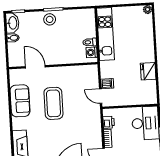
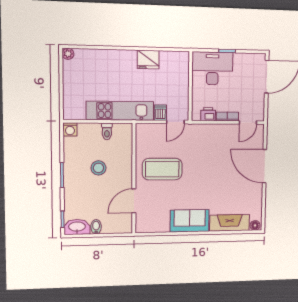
stool: (50, 19) -> (98, 168), moved
kitchen unit: (106, 34) -> (120, 111), moved
washing machine: (92, 52) -> (70, 129), moved
sofa: (20, 101) -> (190, 221), moved
coffee table: (53, 103) -> (162, 169), moved

